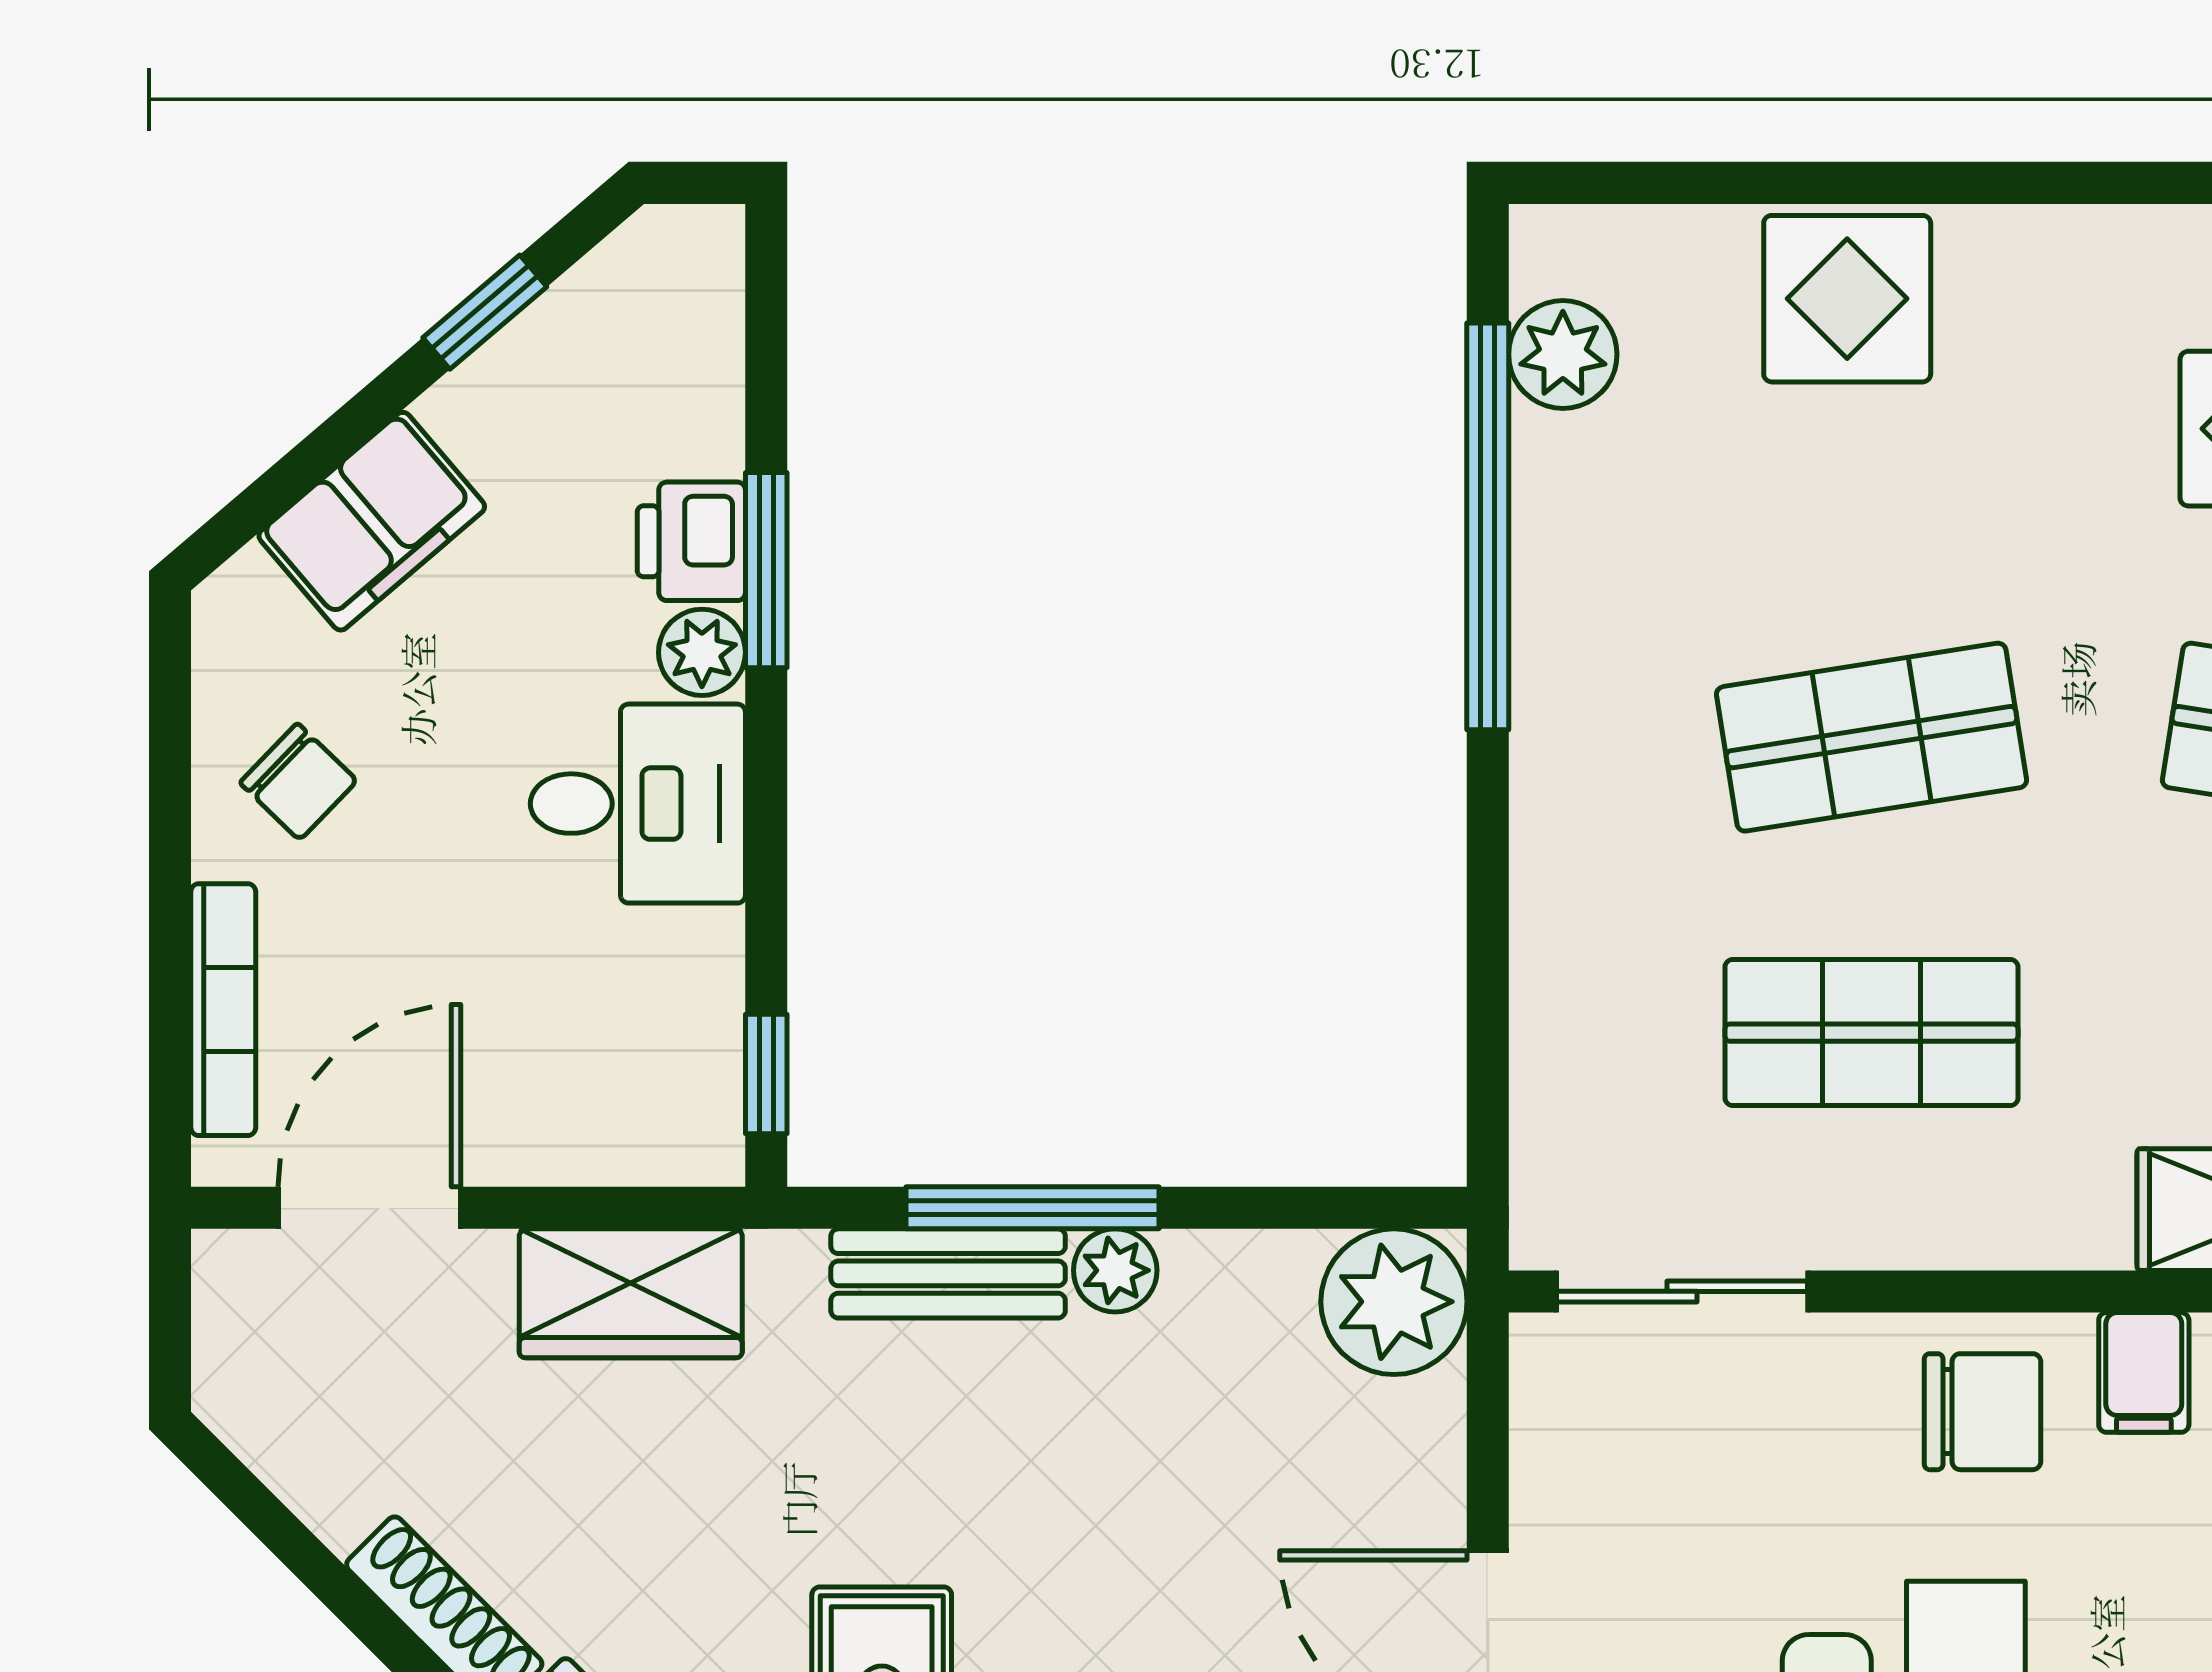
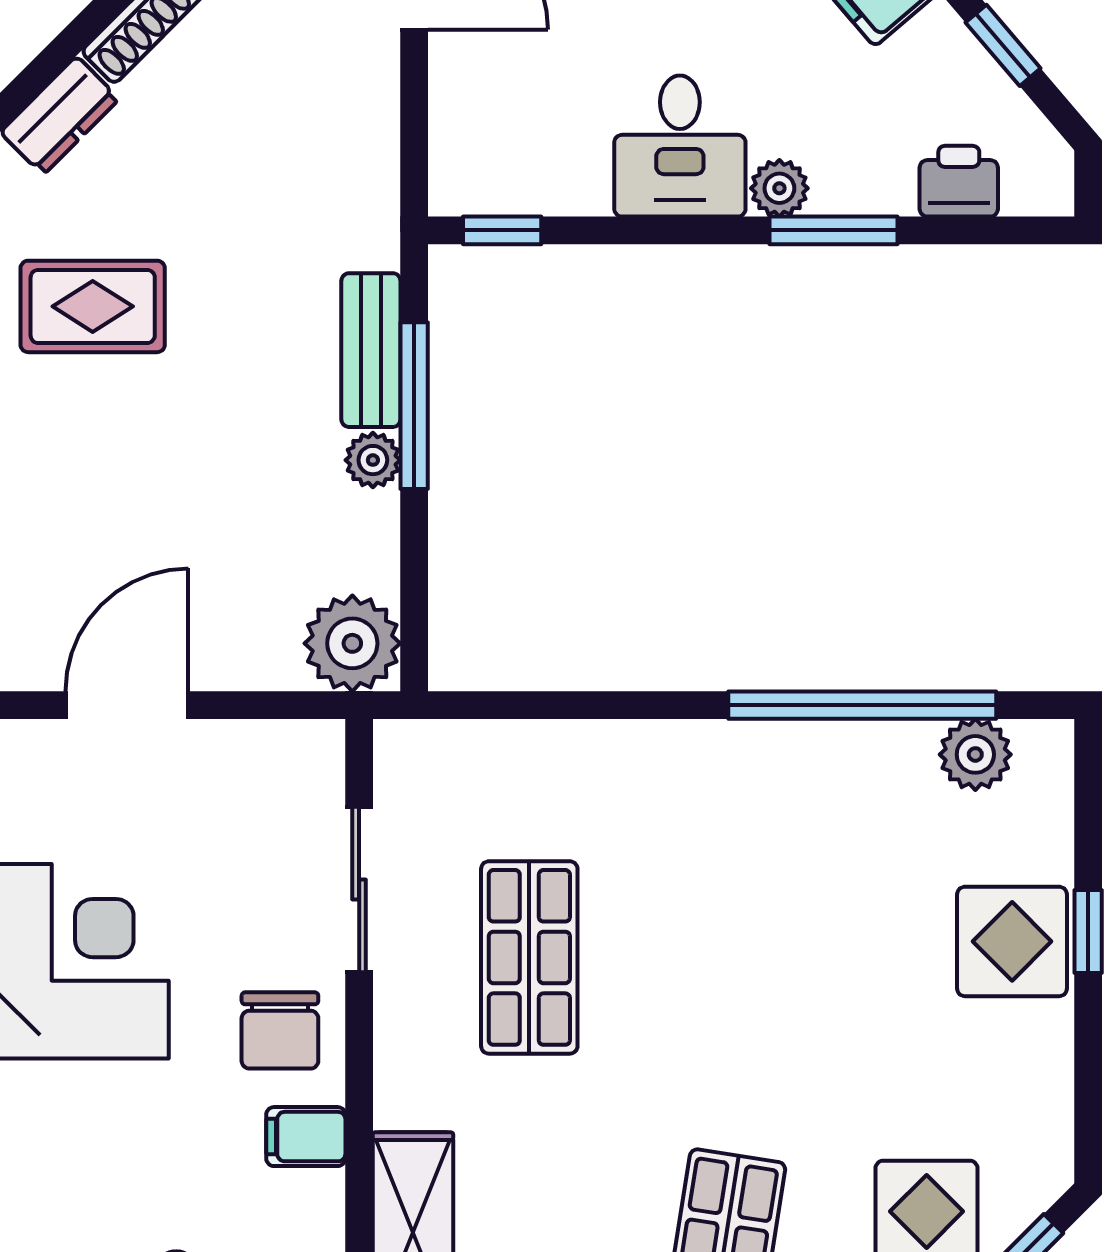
window: (1832, 183) -> (1088, 931), added
printer: (691, 541) -> (959, 181), moved
shop shelf: (1871, 737) -> (724, 957), removed
sliding door: (1682, 1291) -> (359, 889), moved
wardrobe: (631, 1293) -> (358, 141), removed

